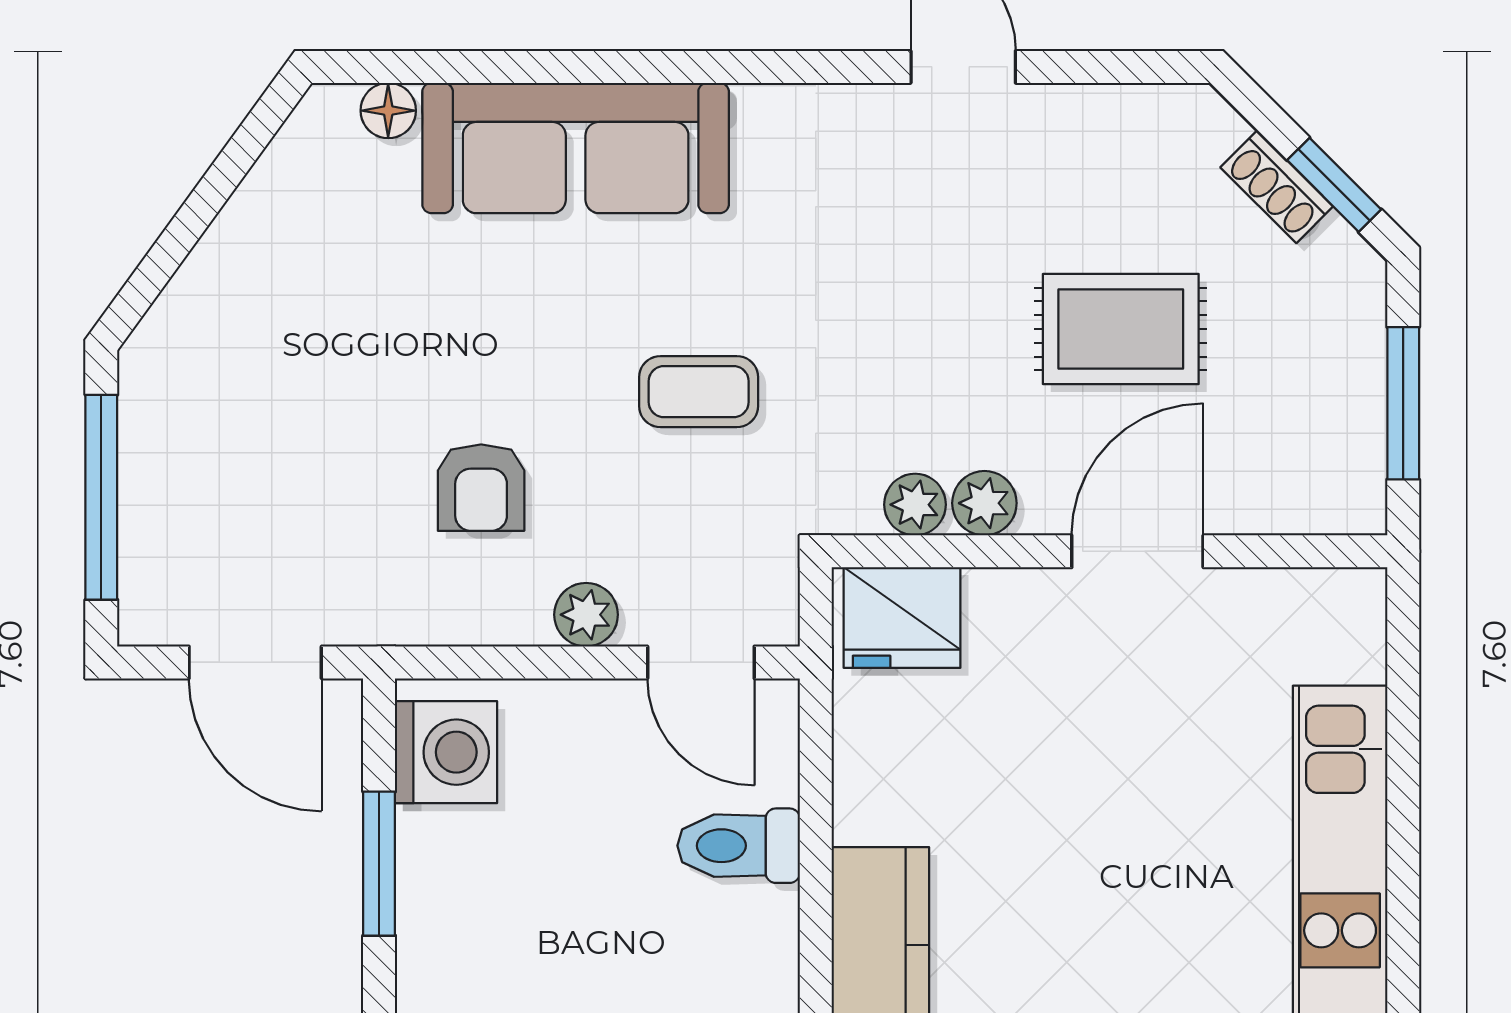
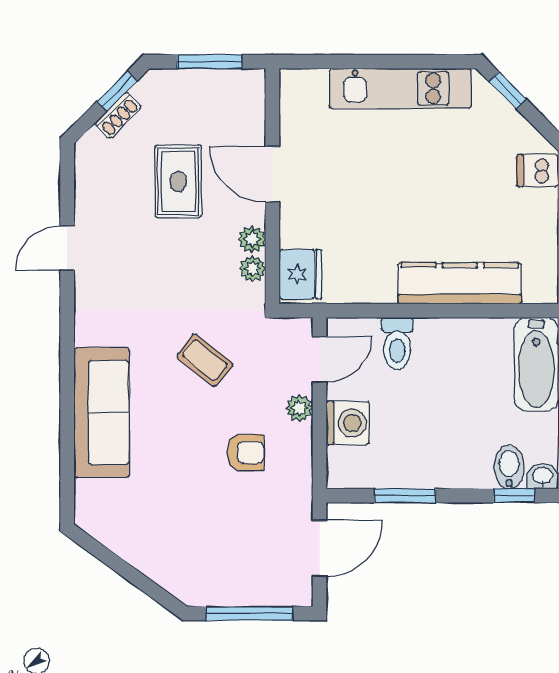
floor lamp: (388, 111) -> (86, 492), removed
coffee table: (699, 392) -> (205, 360), turned -51
washing machine: (446, 752) -> (348, 423), moved, turned 90

